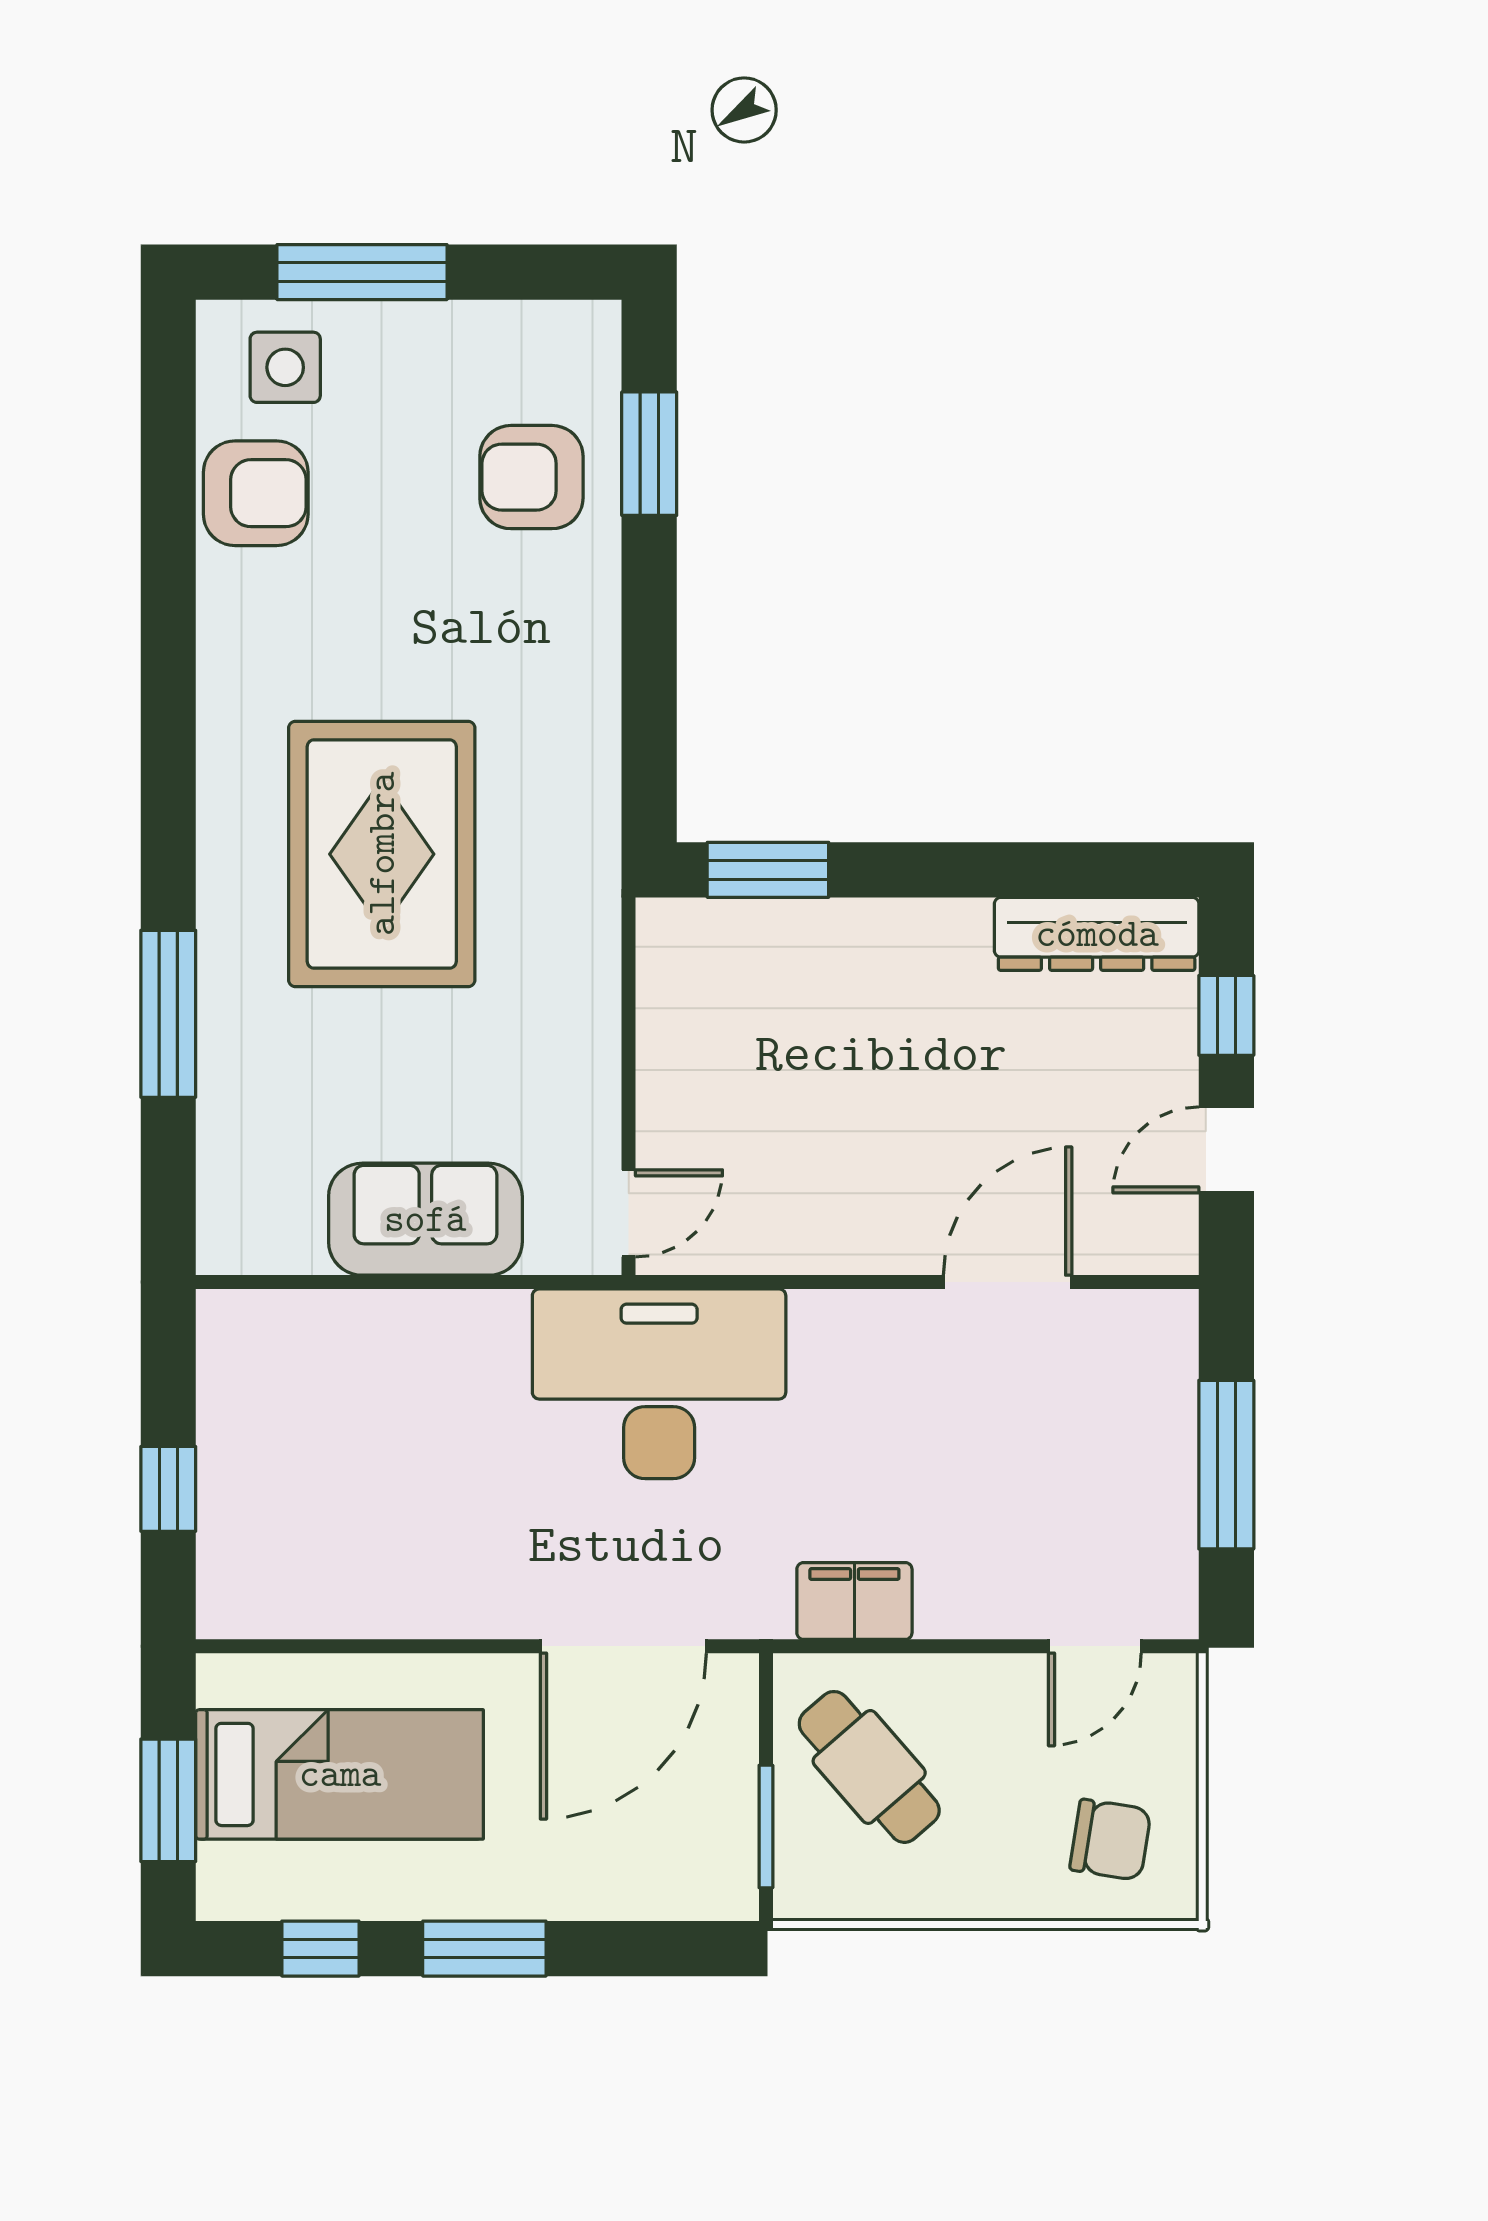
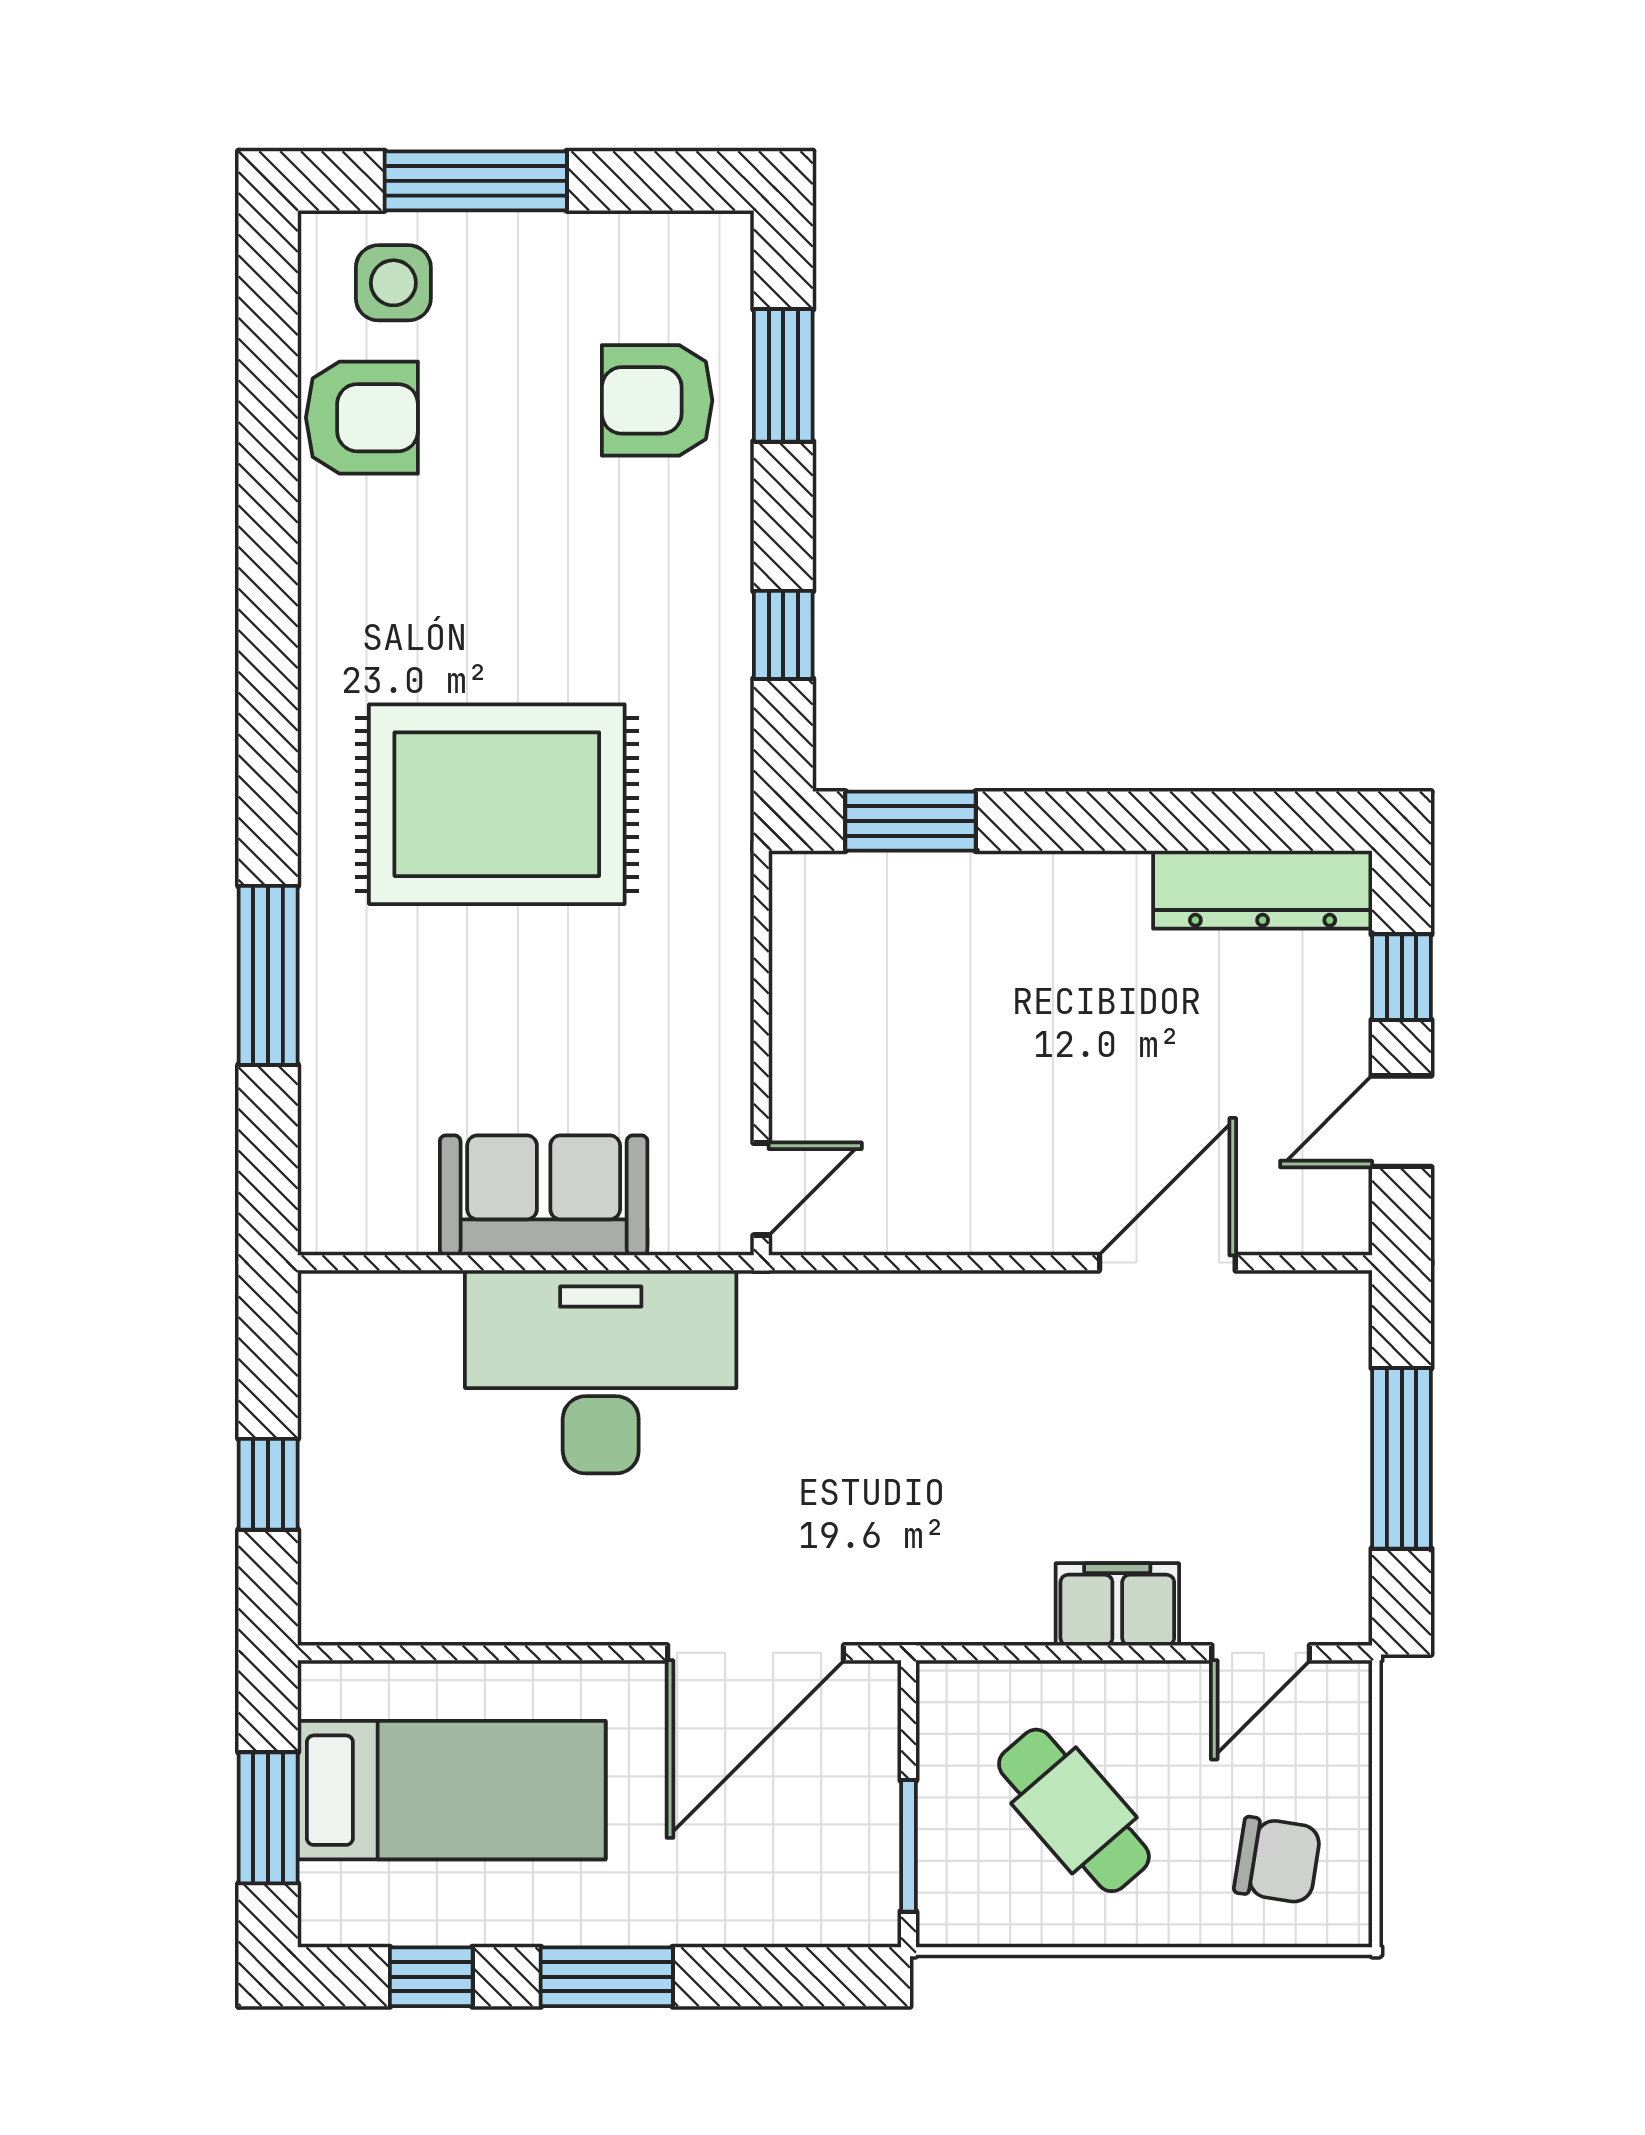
window: (649, 696) -> (783, 635), added
rug: (382, 854) -> (497, 804), turned 90
desk: (659, 1384) -> (601, 1372), moved
filing cabinet: (854, 1601) -> (1117, 1604), moved
cafe table: (869, 1767) -> (1074, 1810), moved

